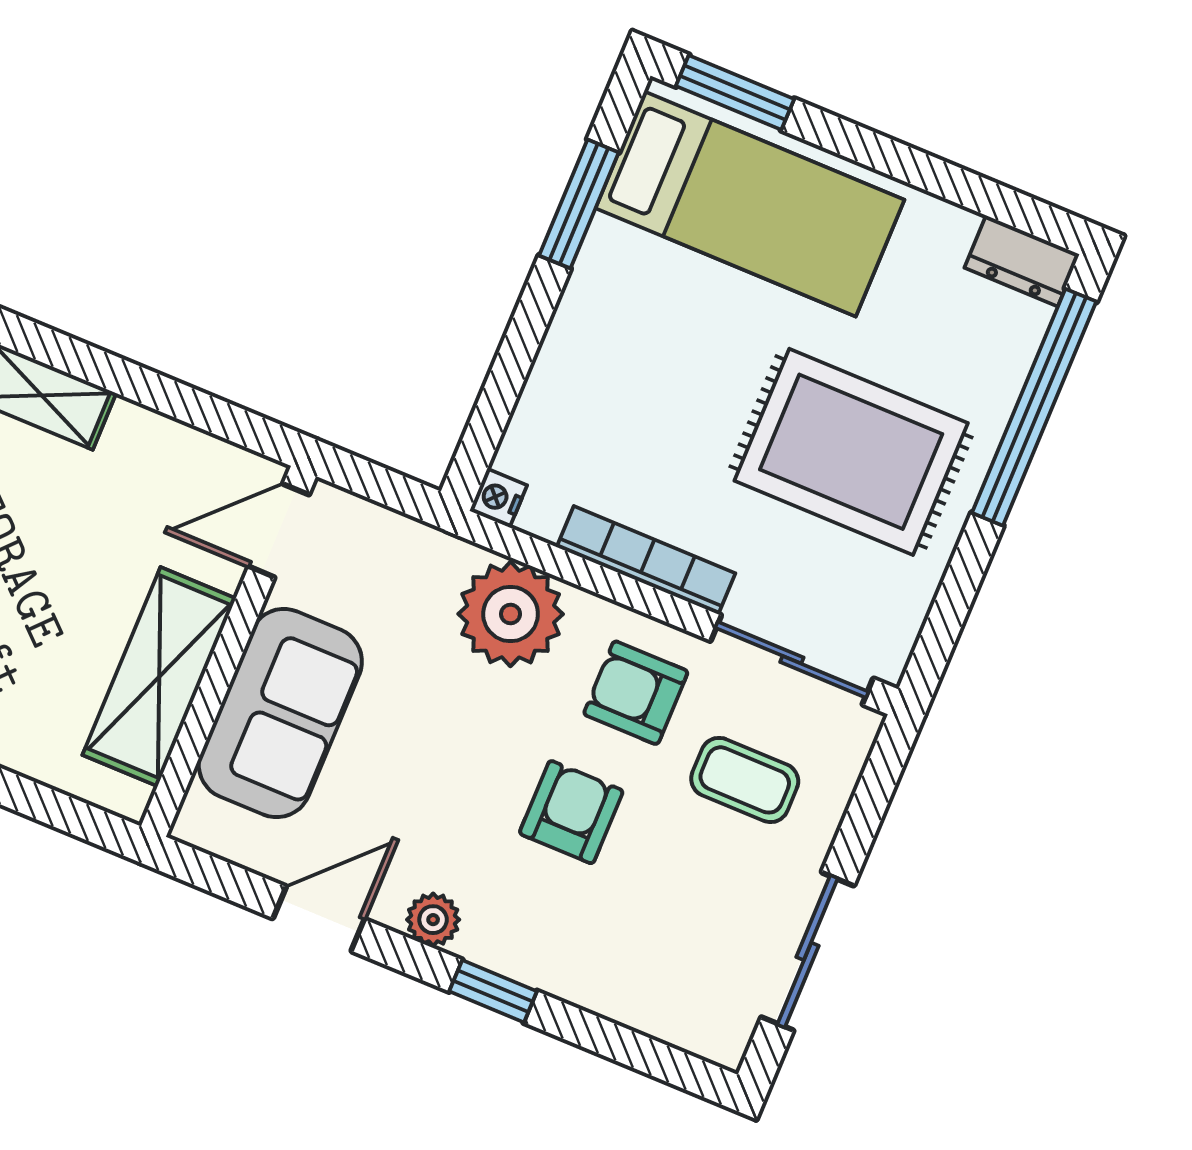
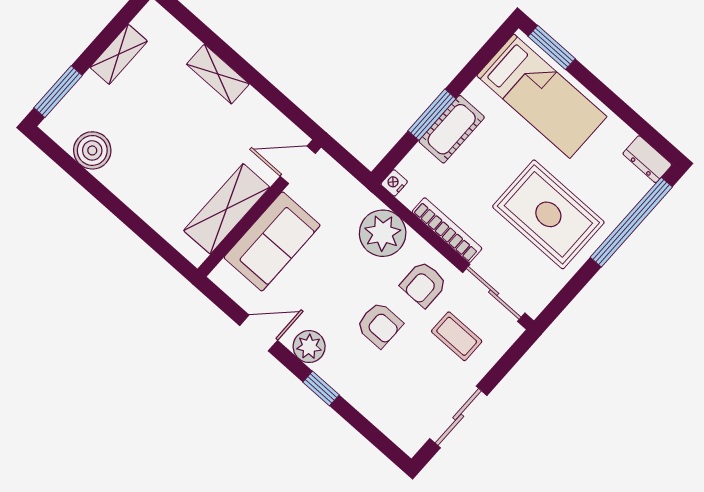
window: (579, 204) -> (432, 115), moved
cot: (582, 341) -> (452, 129), added
armchair: (636, 693) -> (424, 284), turned -90
armchair: (571, 812) -> (379, 325), turned 90
plant: (433, 920) -> (309, 347), width x1.38, depth x1.38

